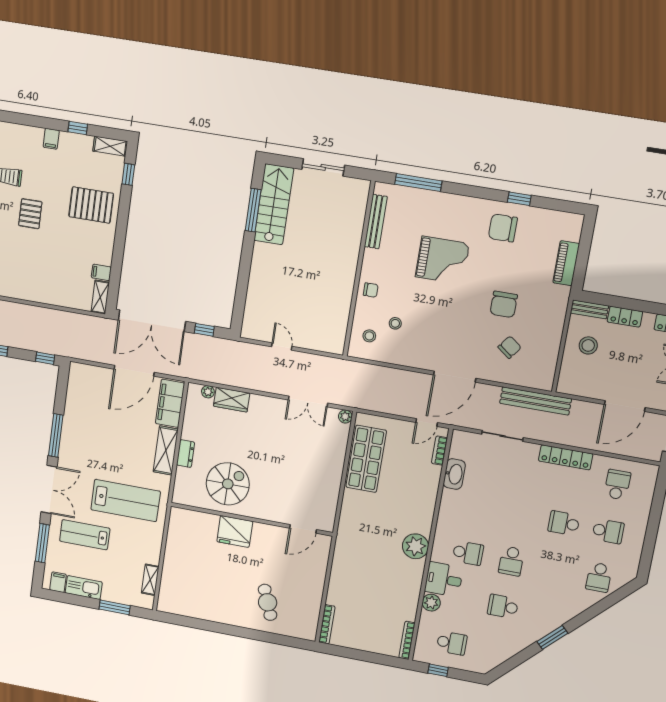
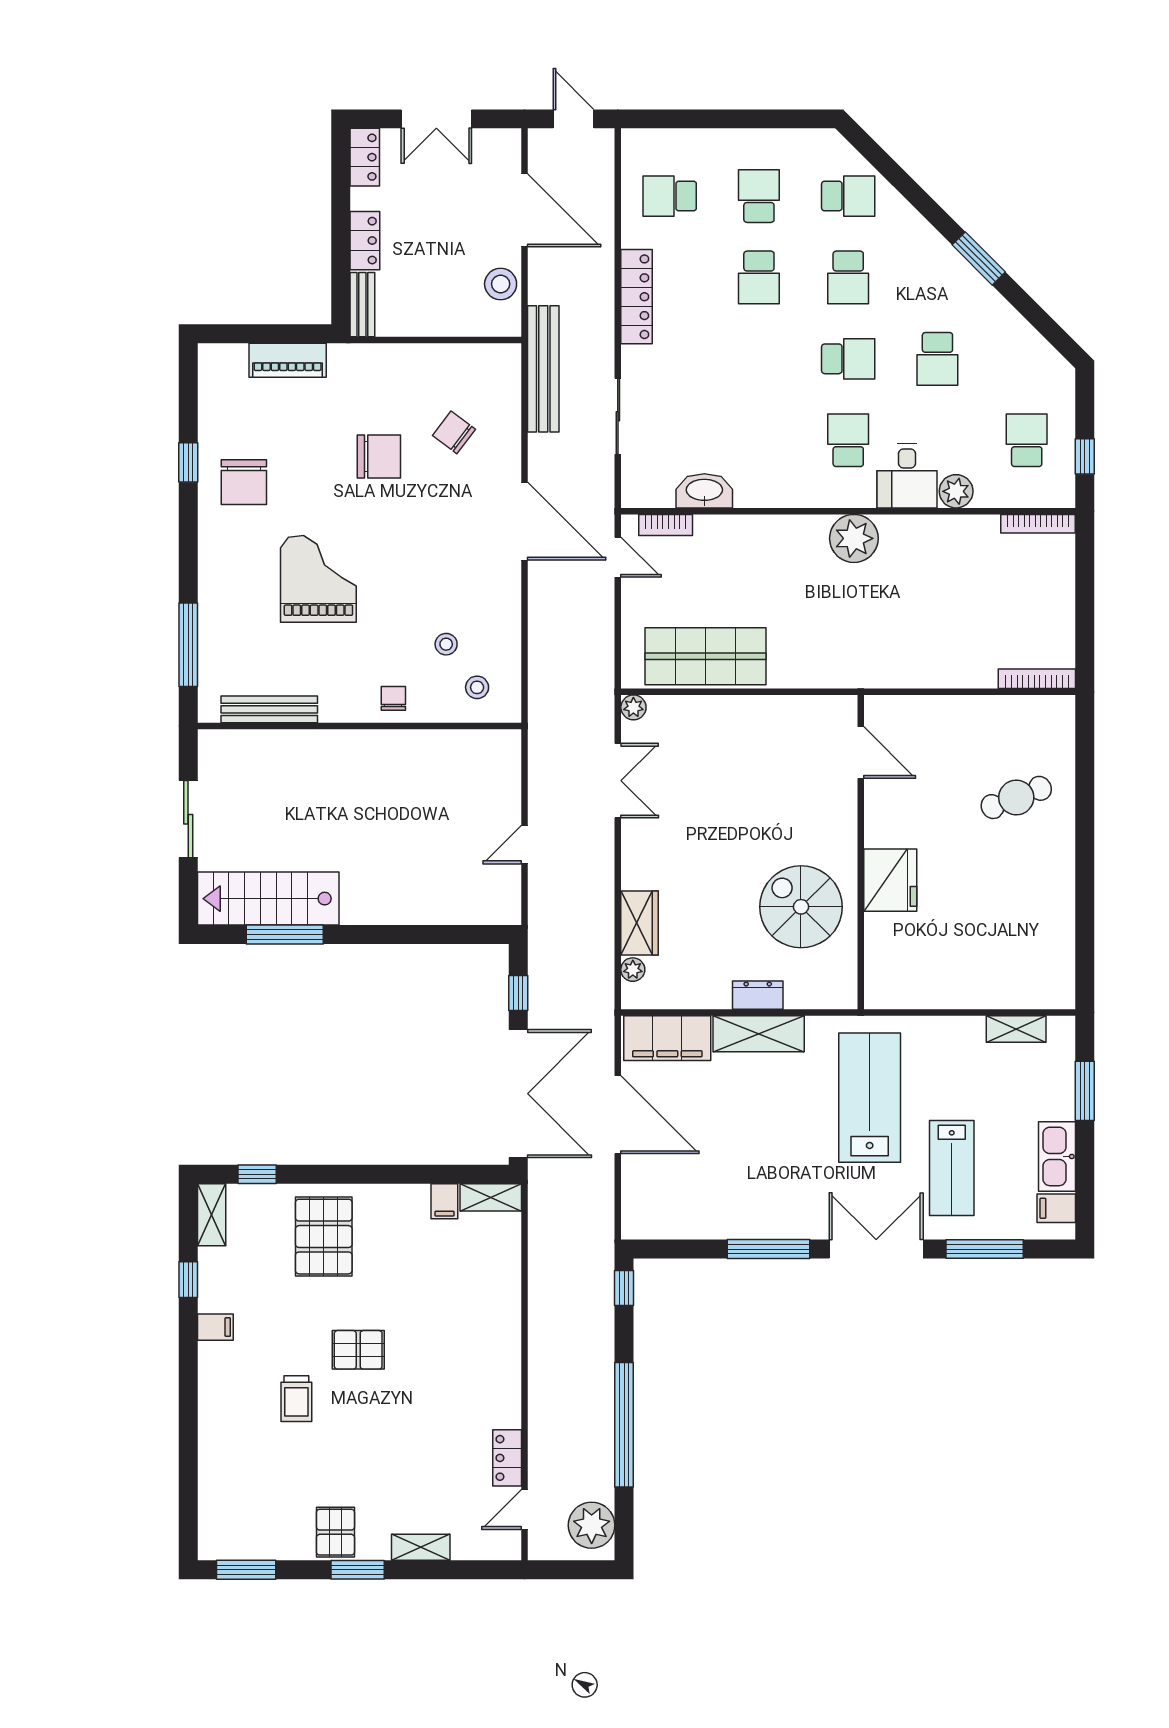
stool: (588, 345) -> (501, 284), moved
school desk: (555, 569) -> (848, 277), added

